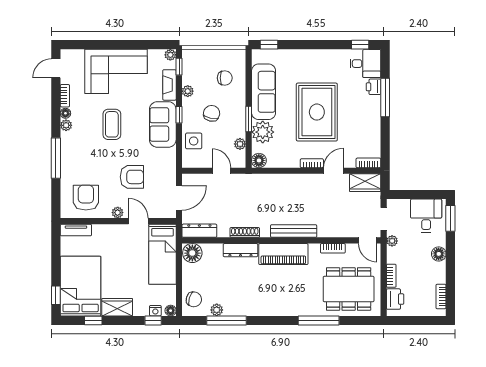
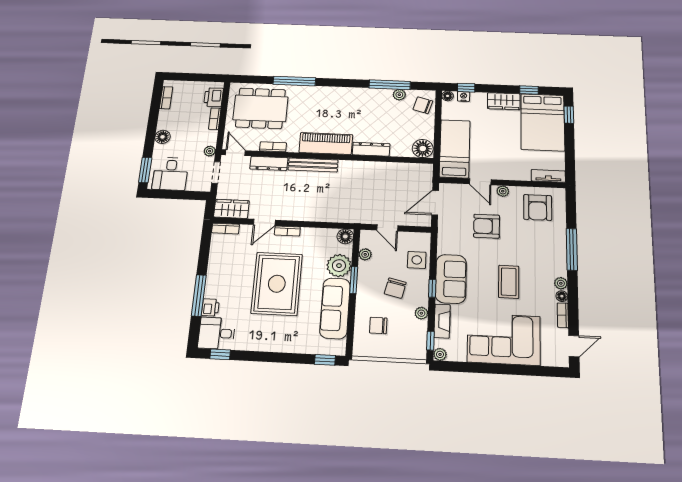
dresser: (199, 231) -> (269, 163), moved
shoe rack: (245, 232) -> (365, 166), removed

